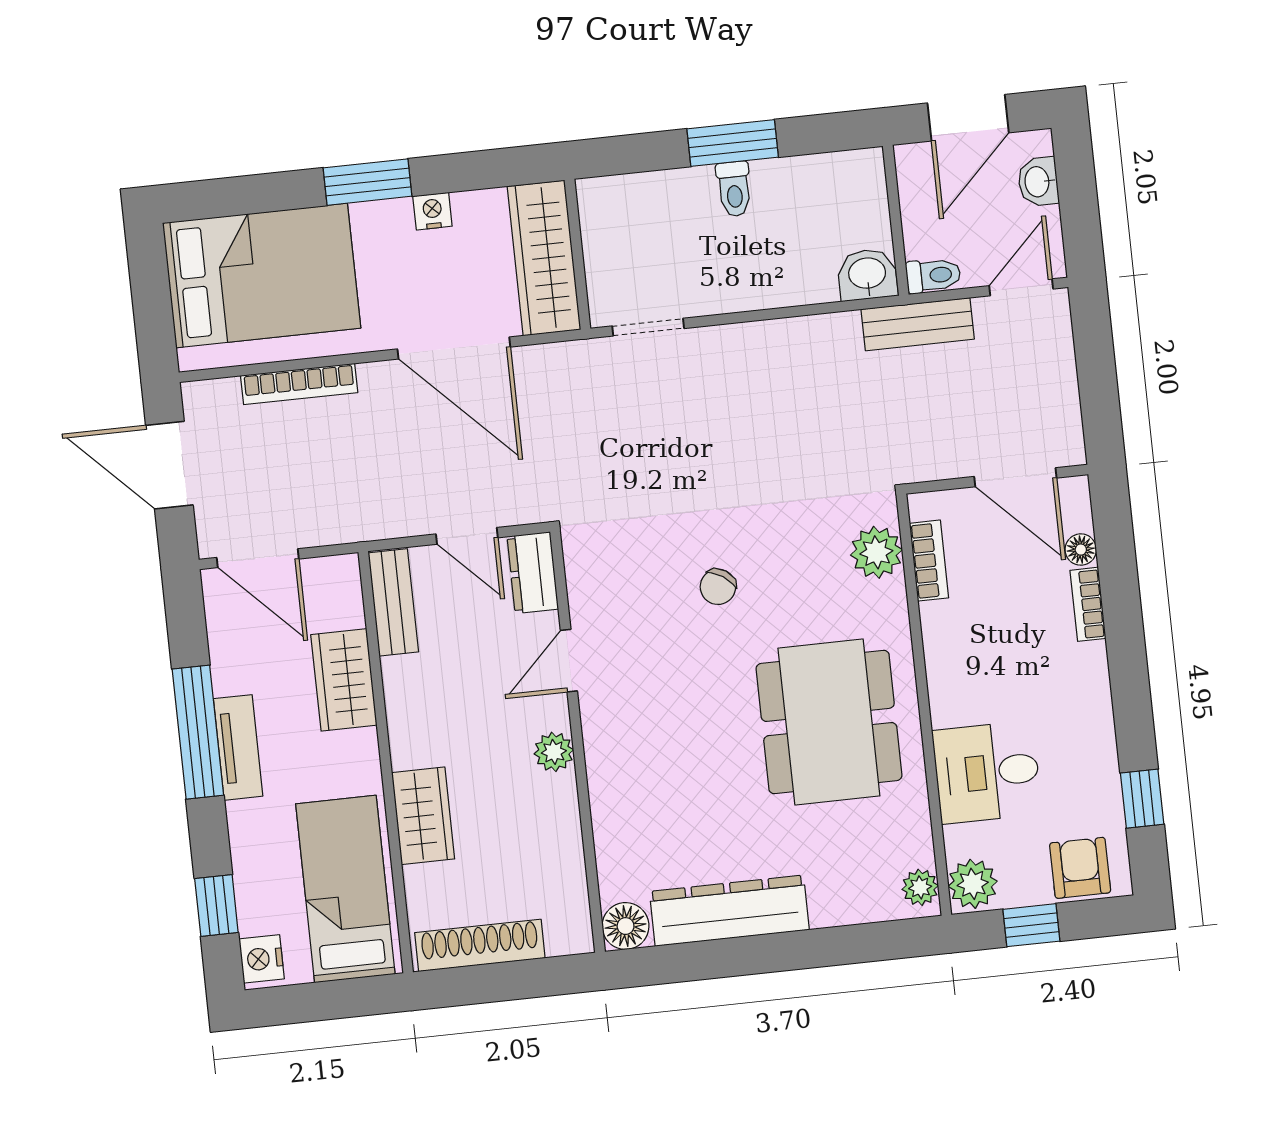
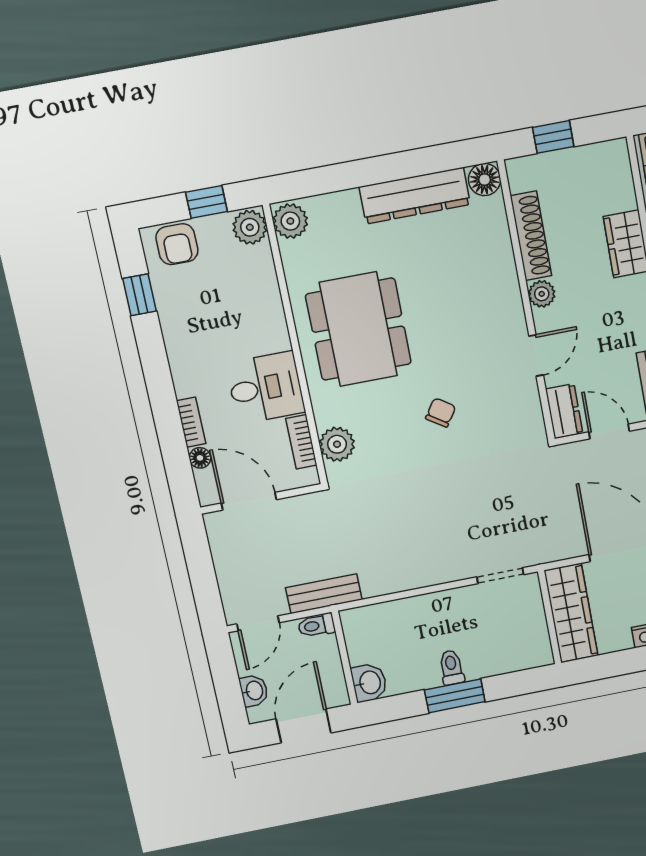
washbasin: (867, 275) -> (369, 683), moved, turned -90
desk: (987, 772) -> (266, 388), moved
plant: (920, 887) -> (290, 221), width x1.38, depth x1.38
shoe rack: (480, 945) -> (531, 236), moved, turned -90
window: (521, 980) -> (553, 137), added

